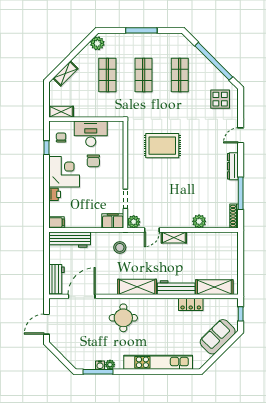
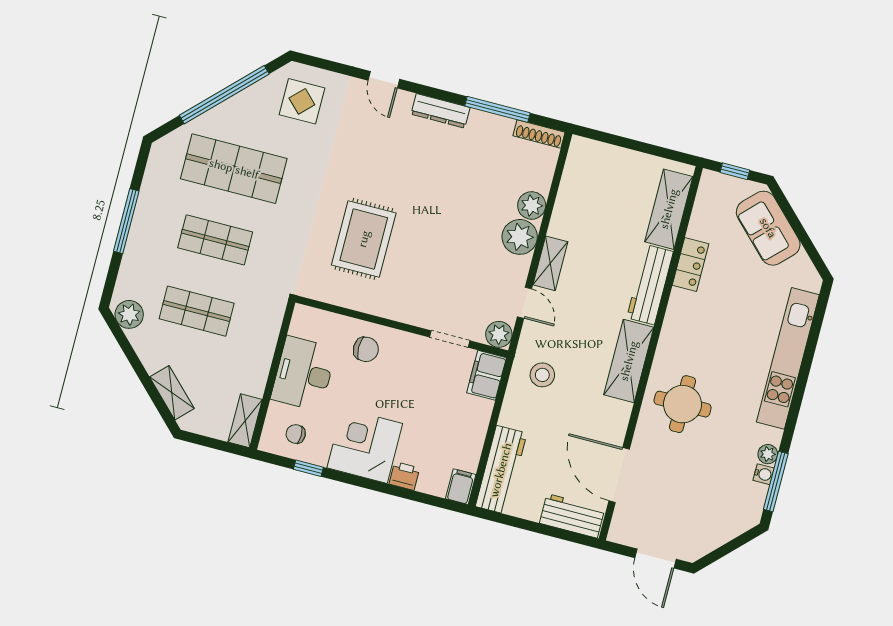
shop shelf: (180, 75) -> (234, 169), width x1.43, depth x1.36
chair: (93, 161) -> (366, 349), moved
plant: (183, 220) -> (520, 237), added

